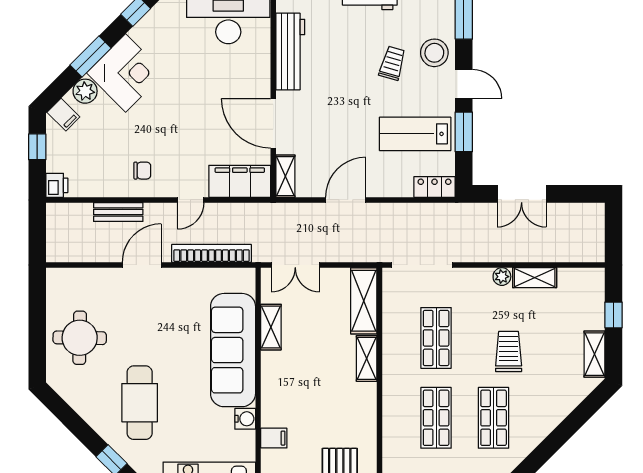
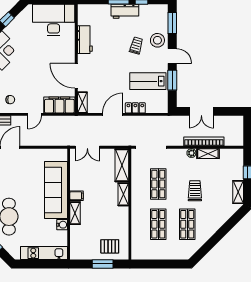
workbench: (290, 51) -> (85, 40), width x0.73
locker: (435, 187) -> (135, 108), moved
bookcase: (212, 253) -> (204, 141), moved
shelving: (271, 327) -> (75, 213), moved
filing cabinet: (274, 438) -> (77, 196), moved

